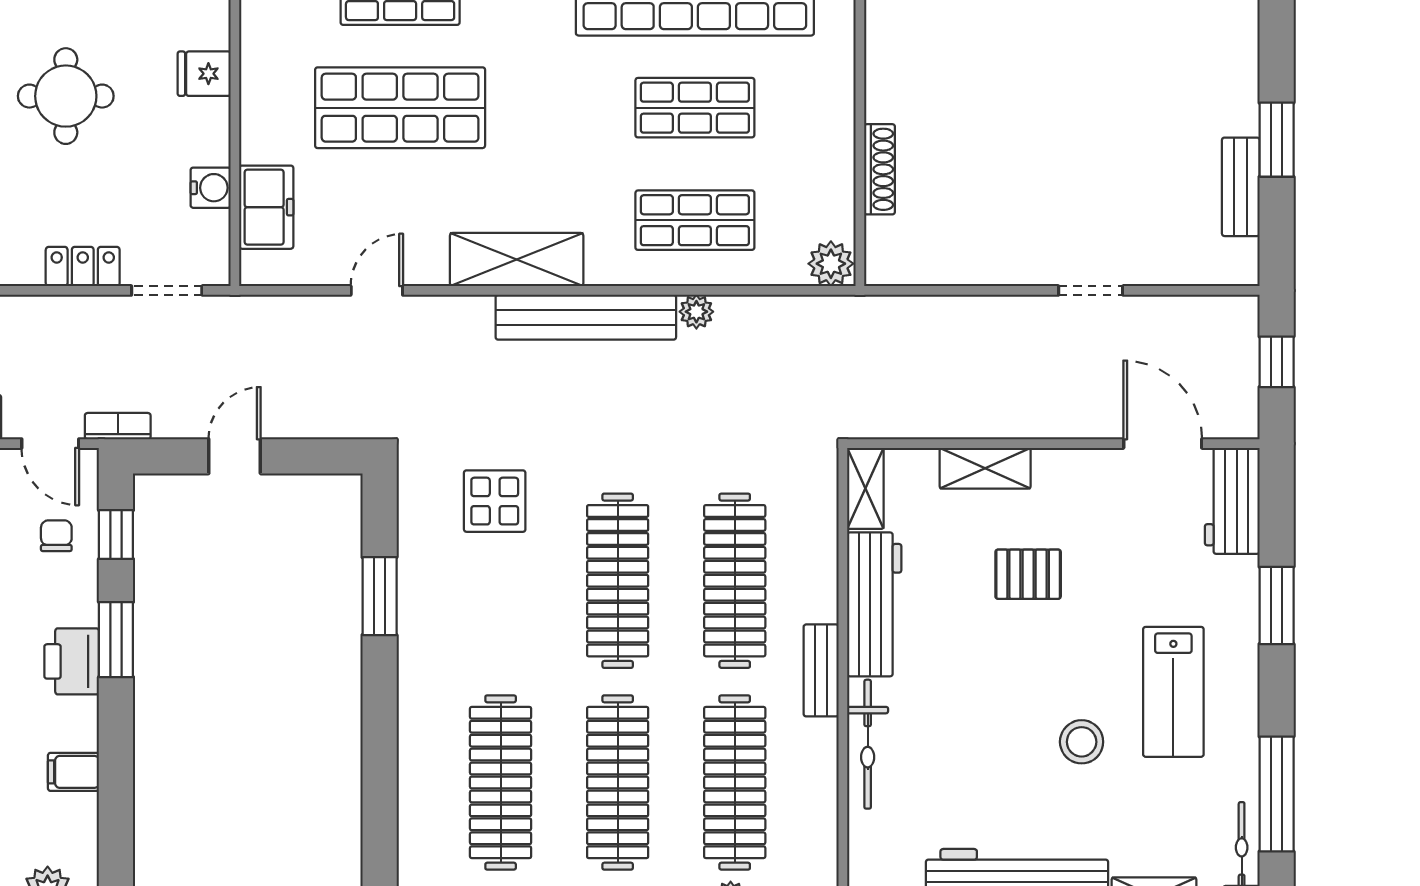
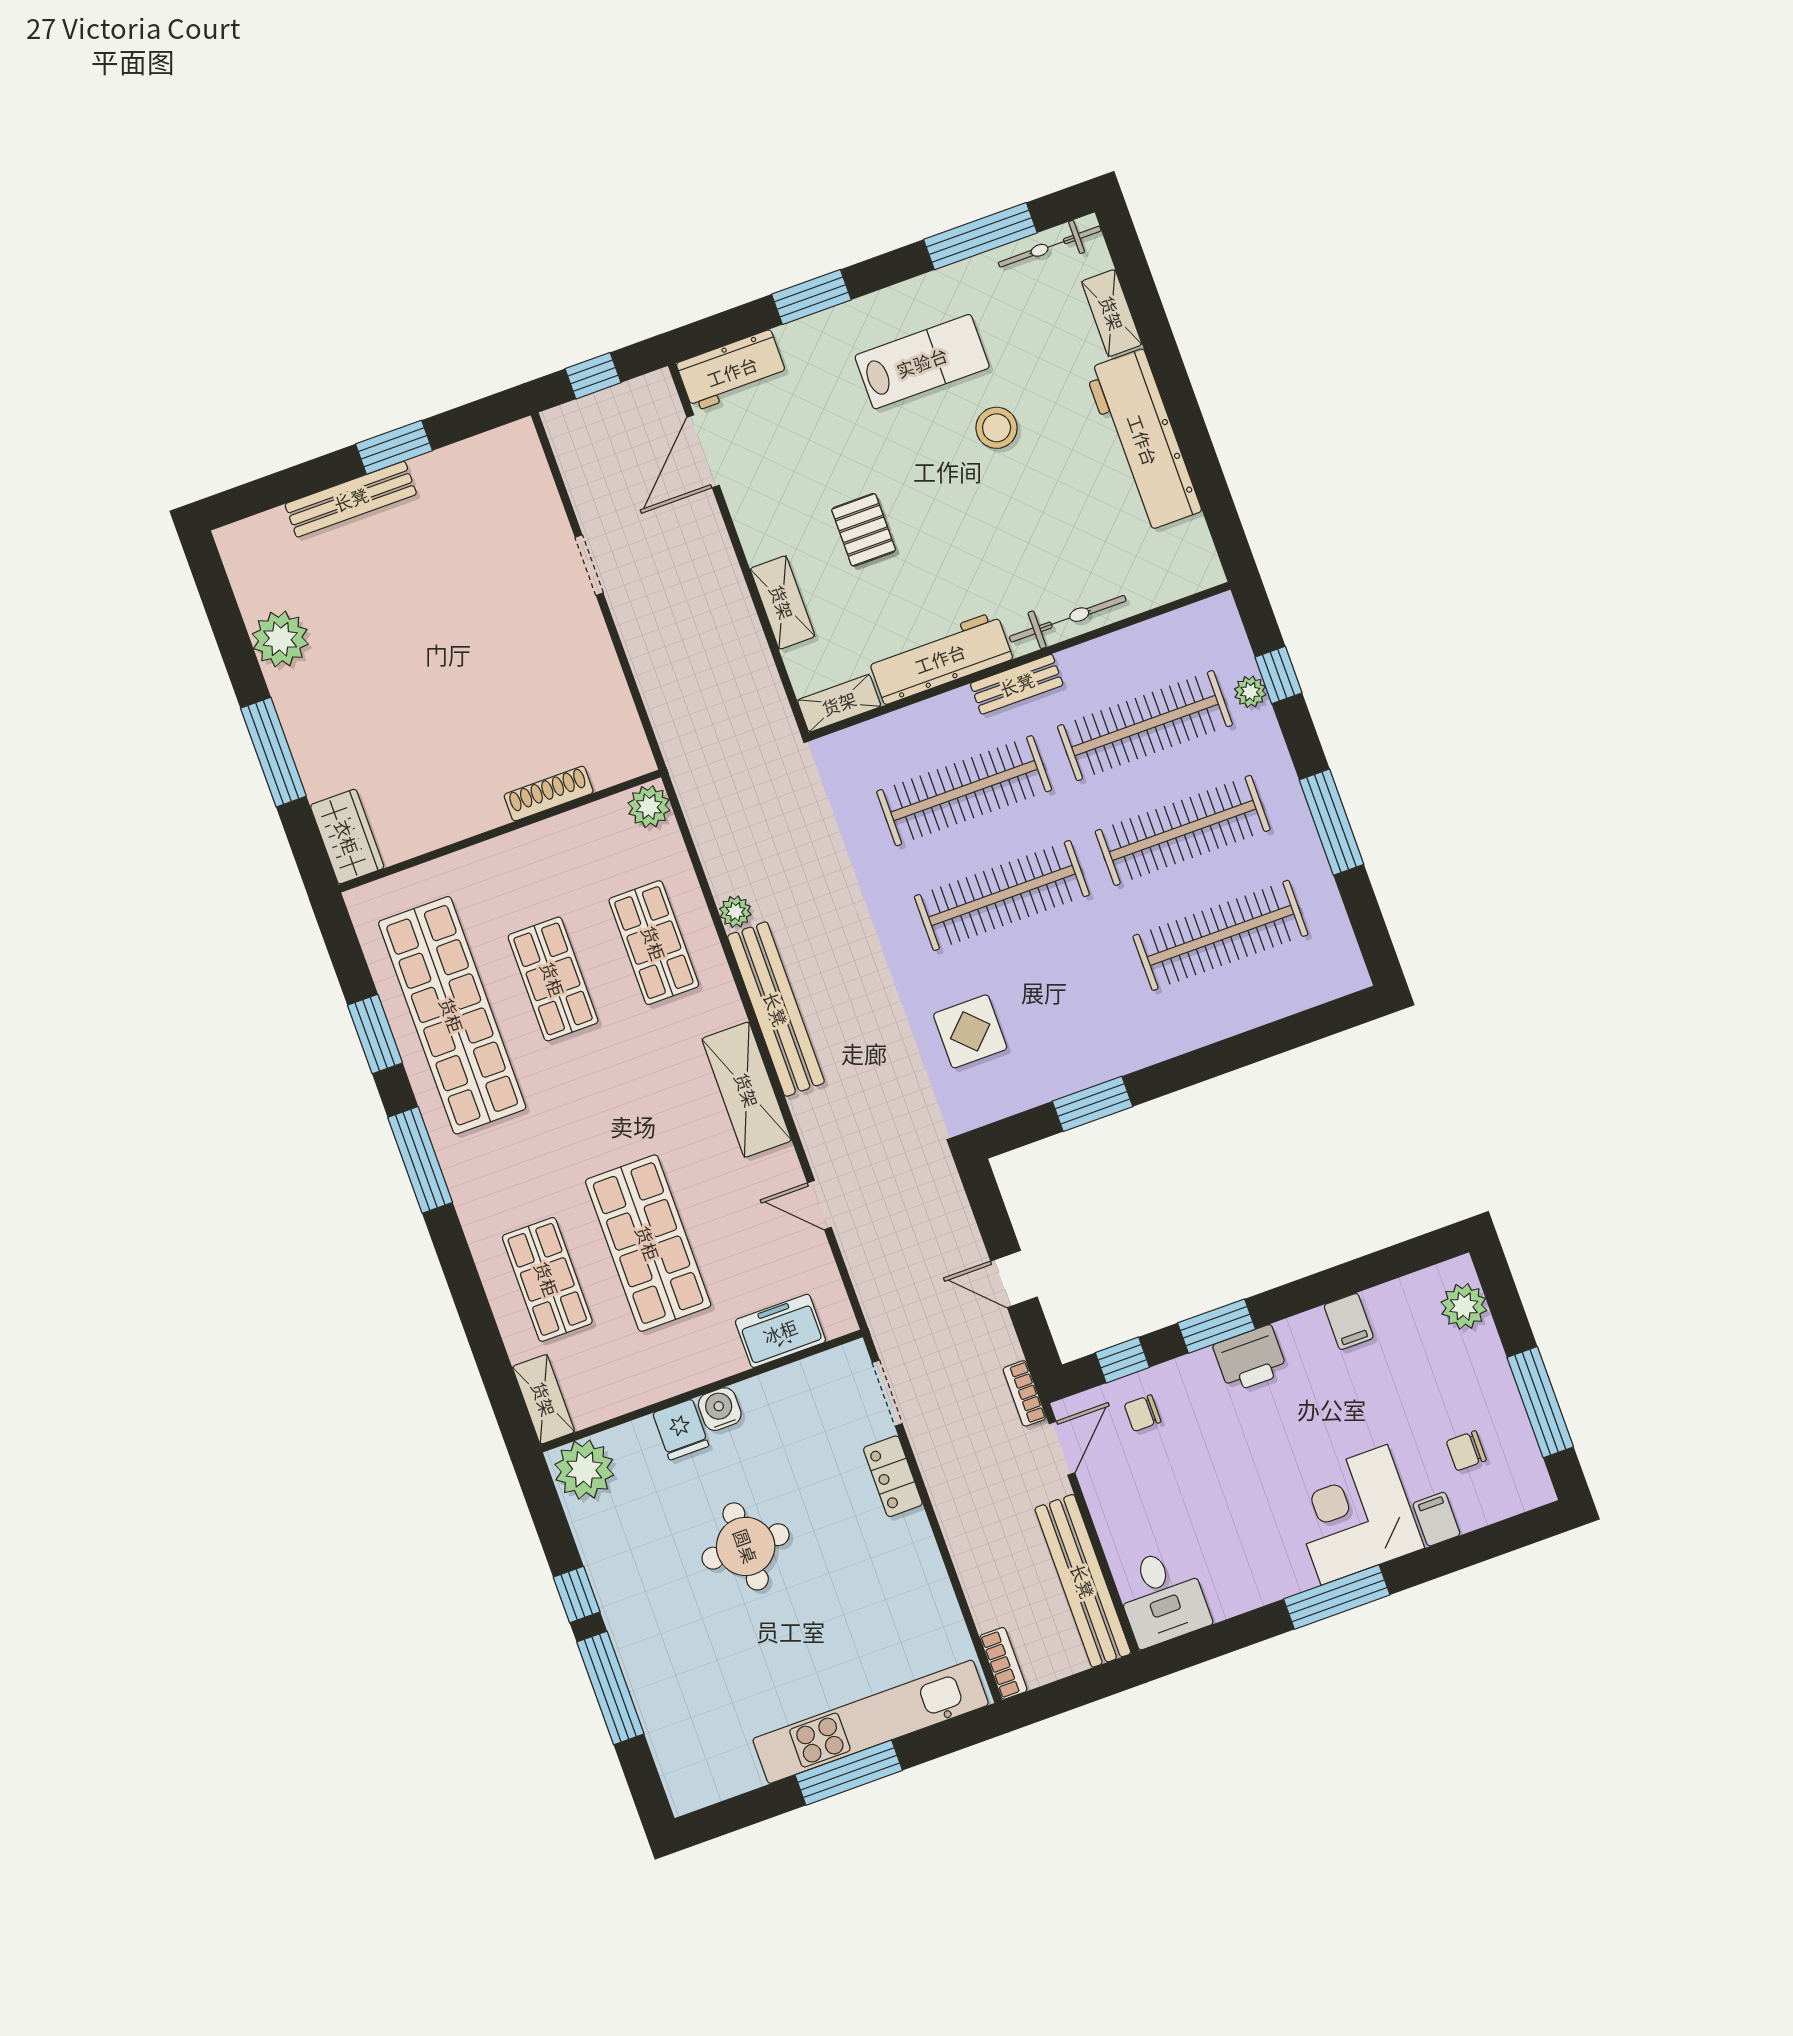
bench: (1241, 187) -> (351, 499), moved, width x1.36
water cooler: (211, 188) -> (720, 1409), moved

